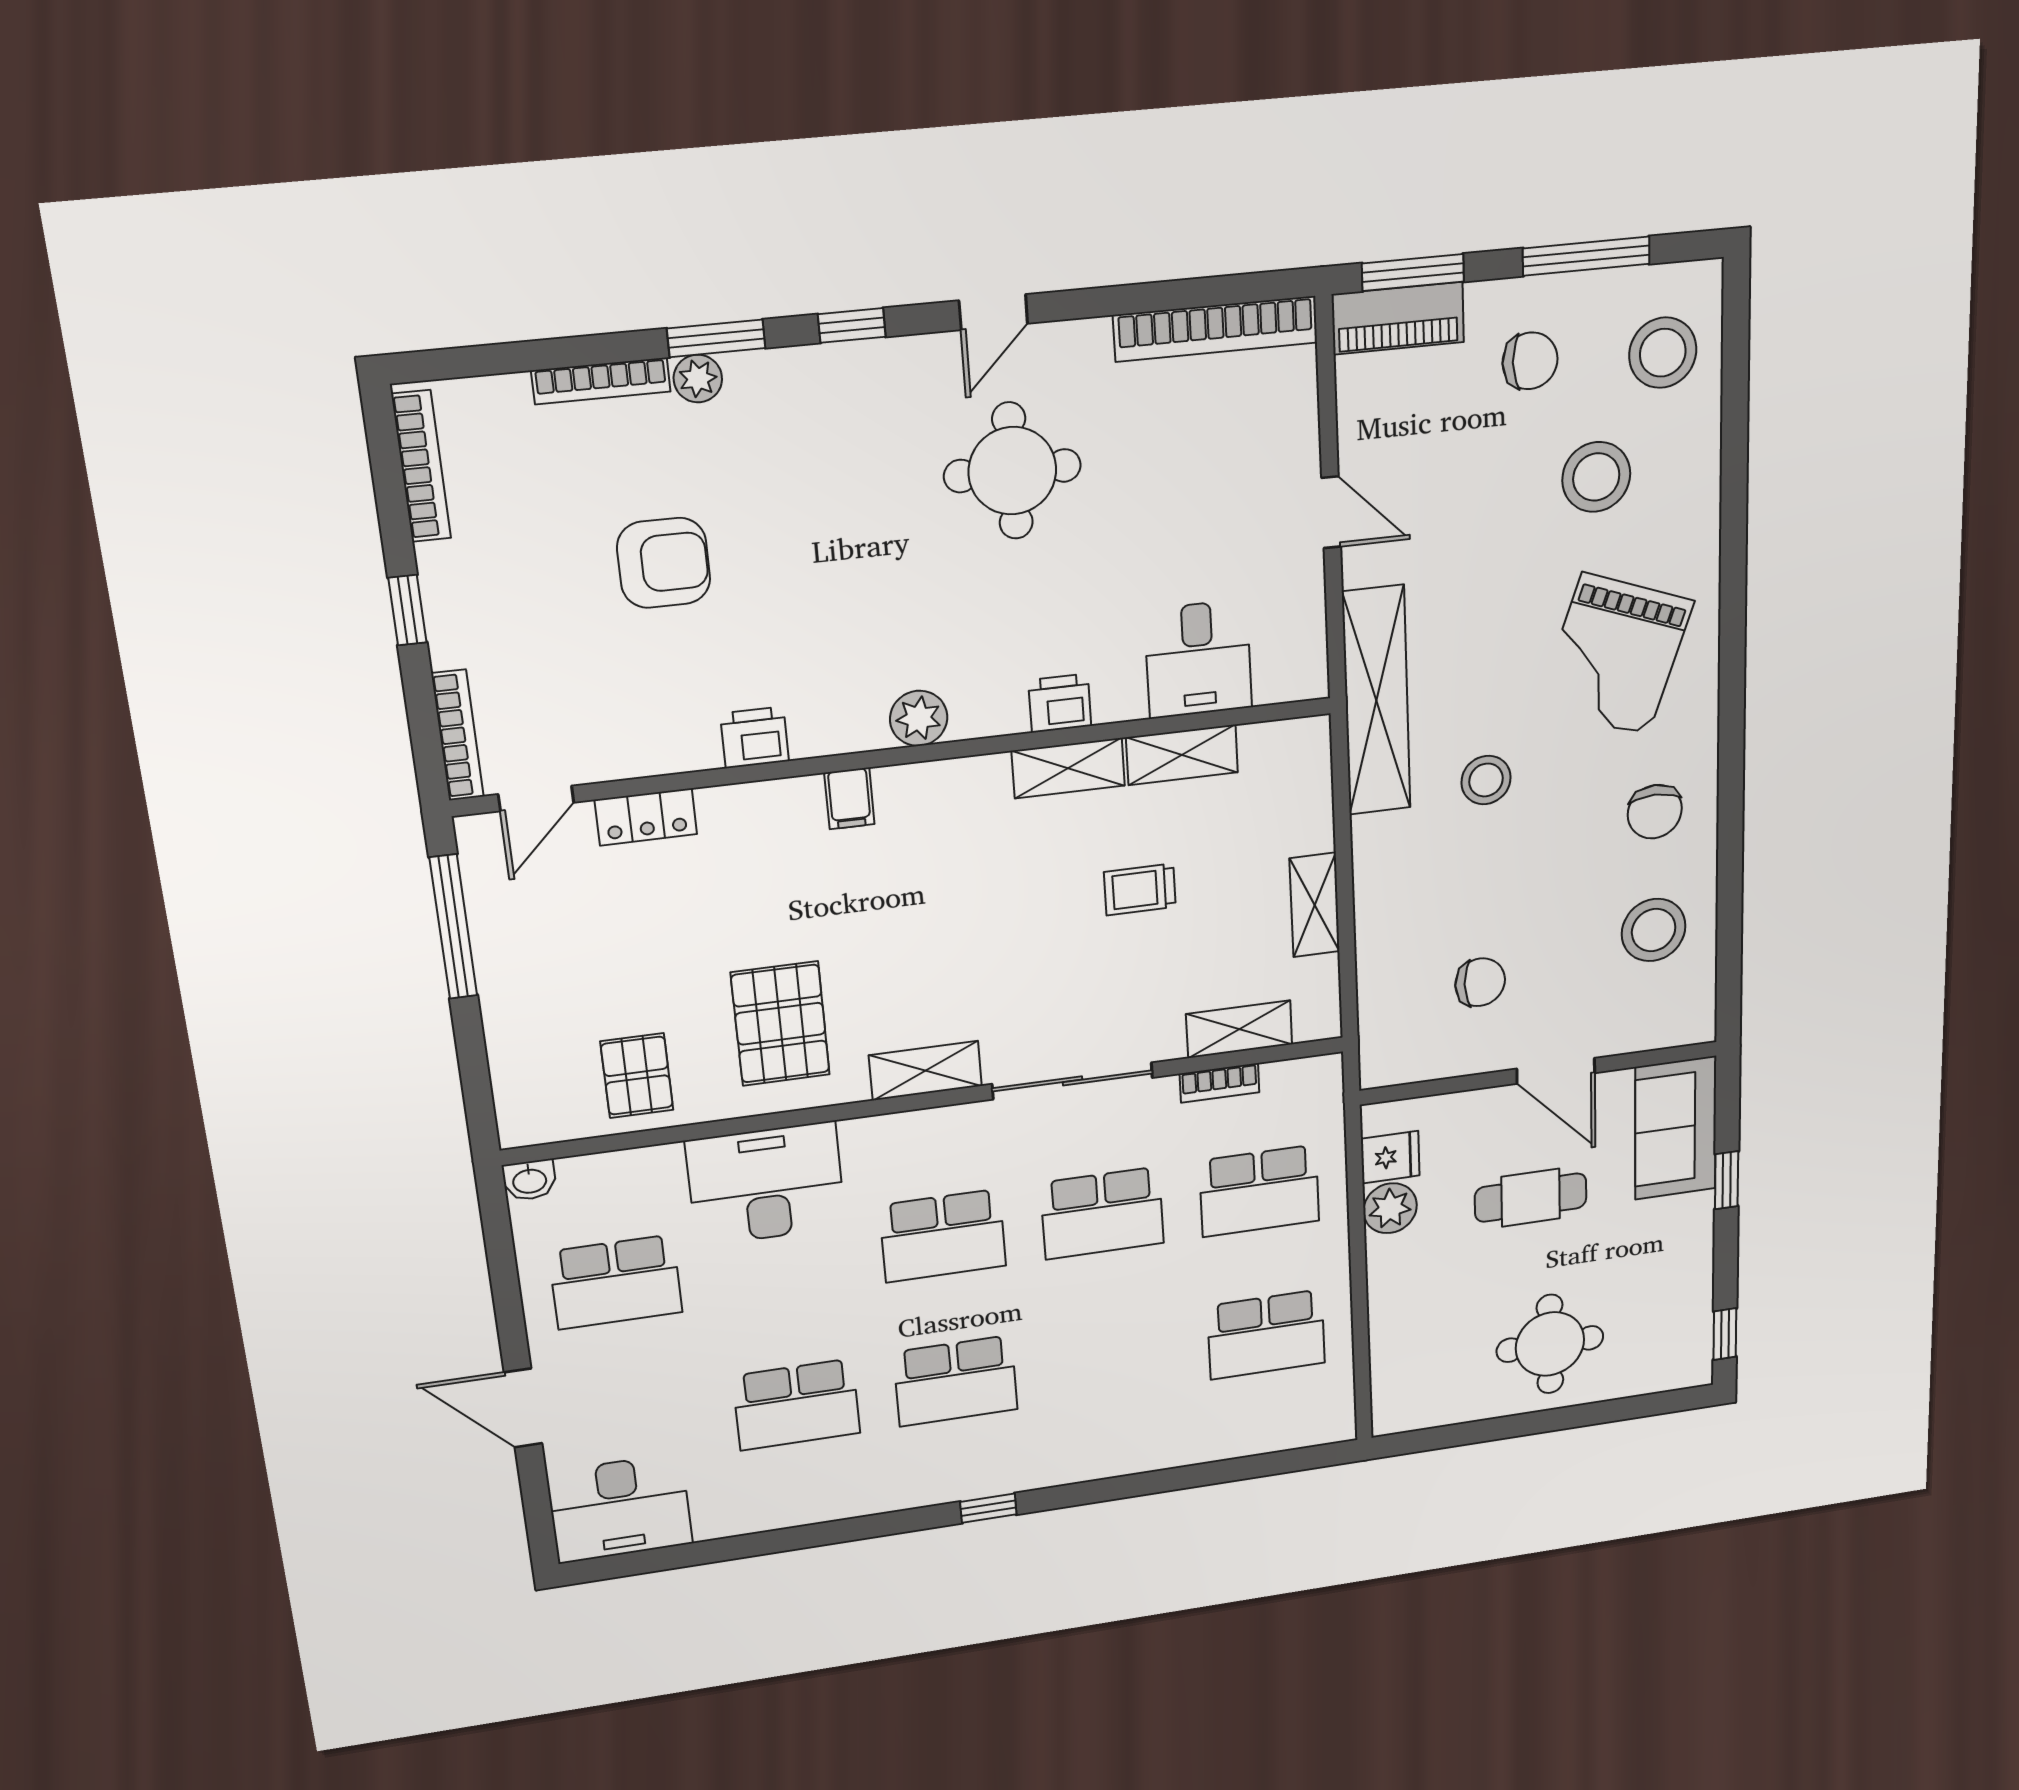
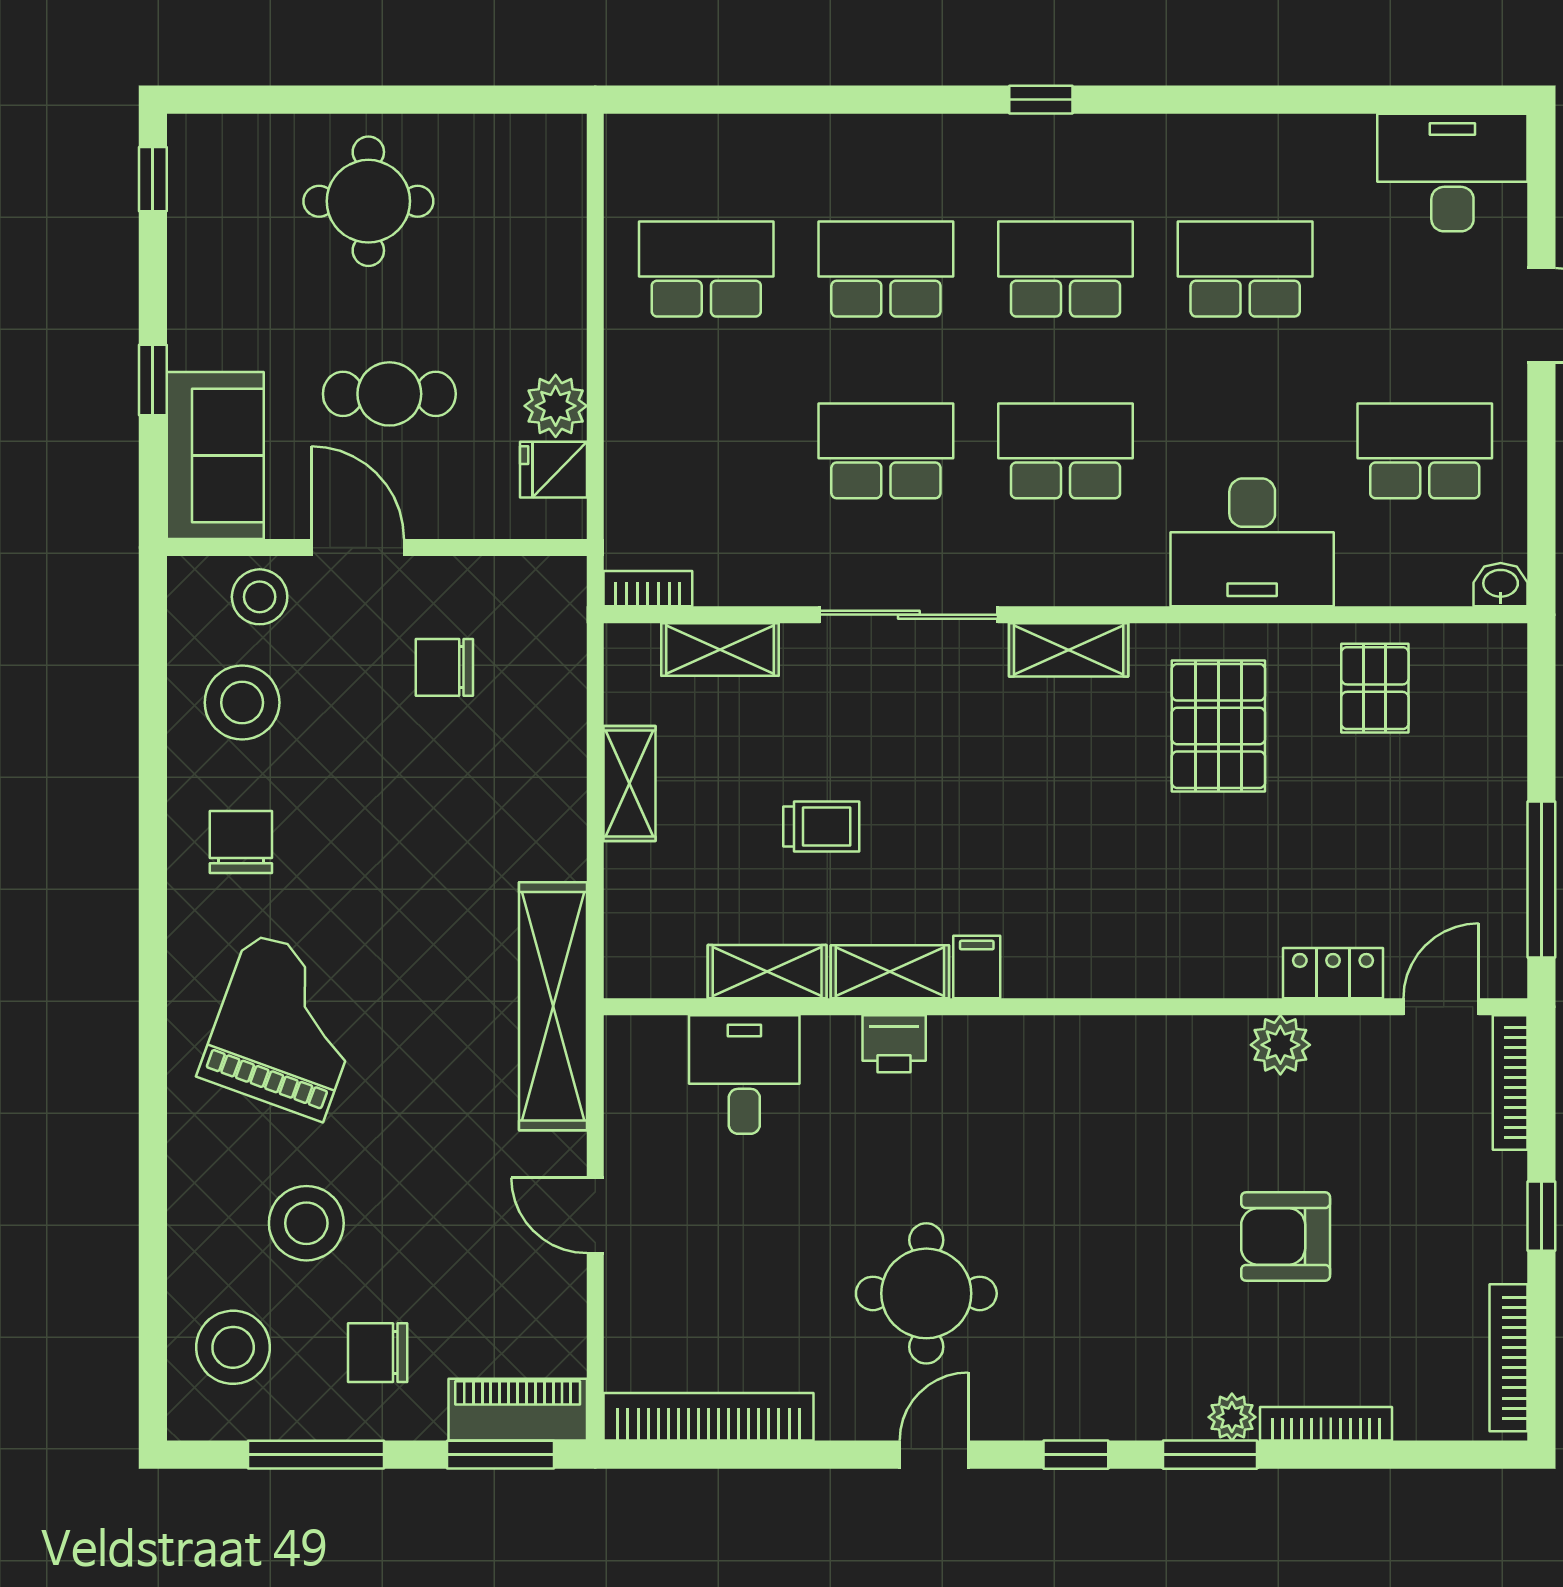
plant: (919, 718) -> (1280, 1045), moved
printer: (755, 737) -> (1214, 1045), removed
stool: (1486, 780) -> (260, 597), moved
filing cabinet: (849, 798) -> (977, 967), moved
bookcase: (1220, 1083) -> (648, 589), moved
school desk: (1259, 1191) -> (886, 269), moved

